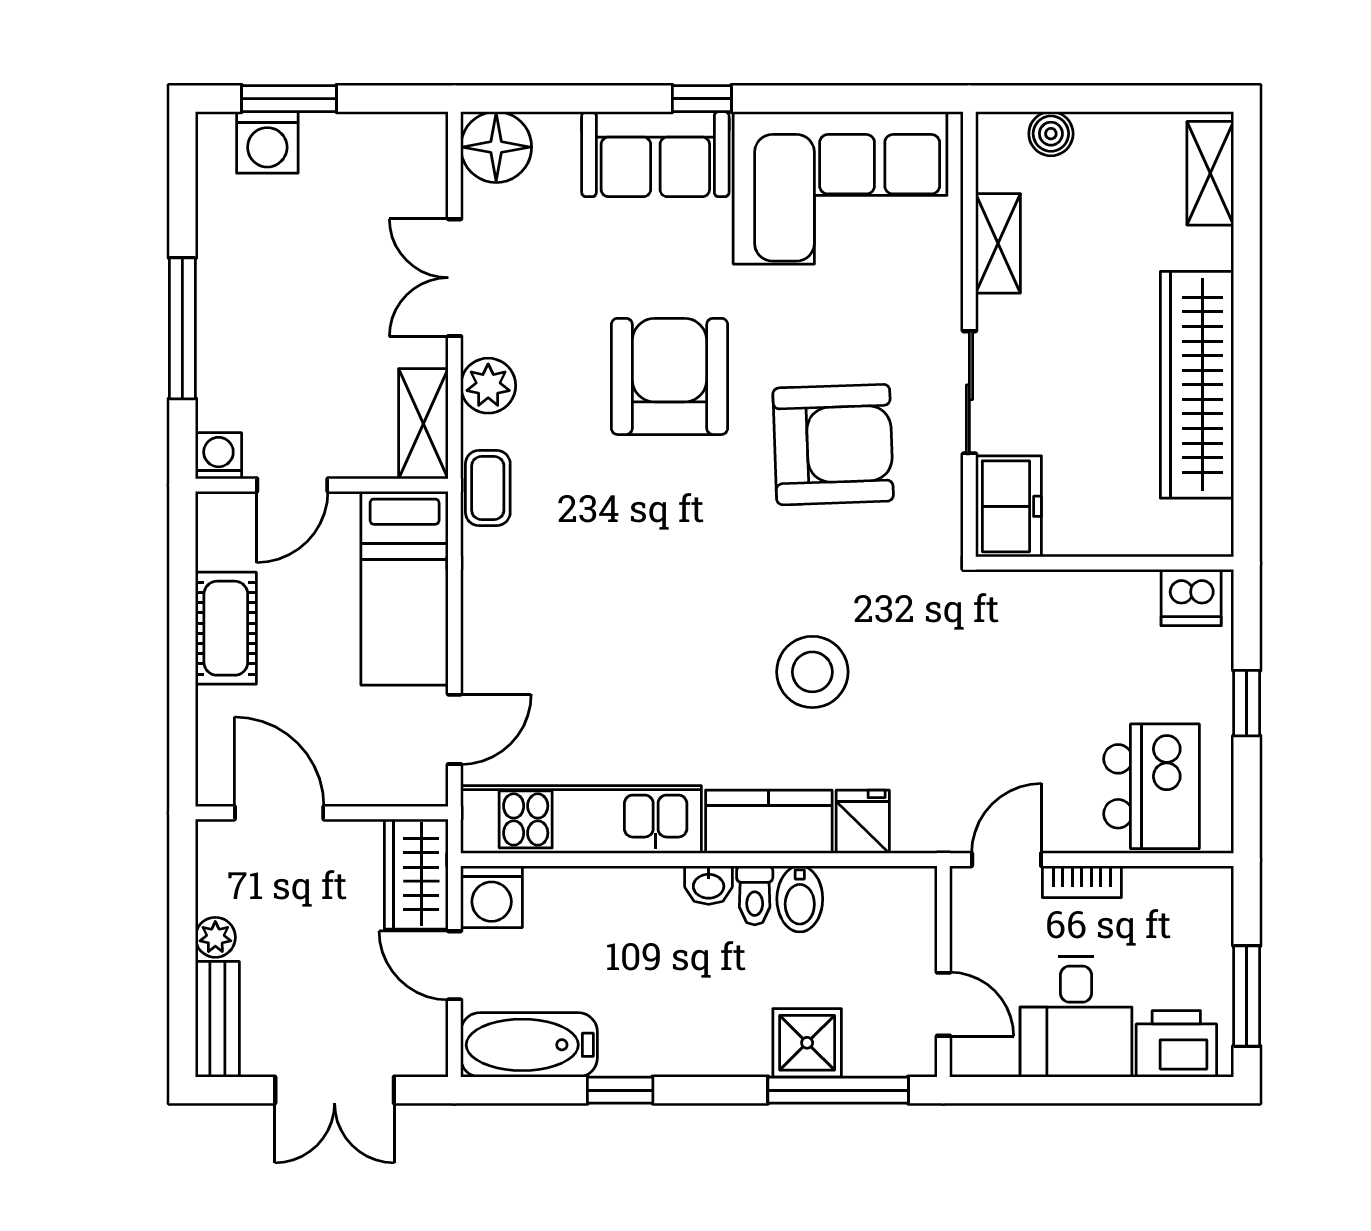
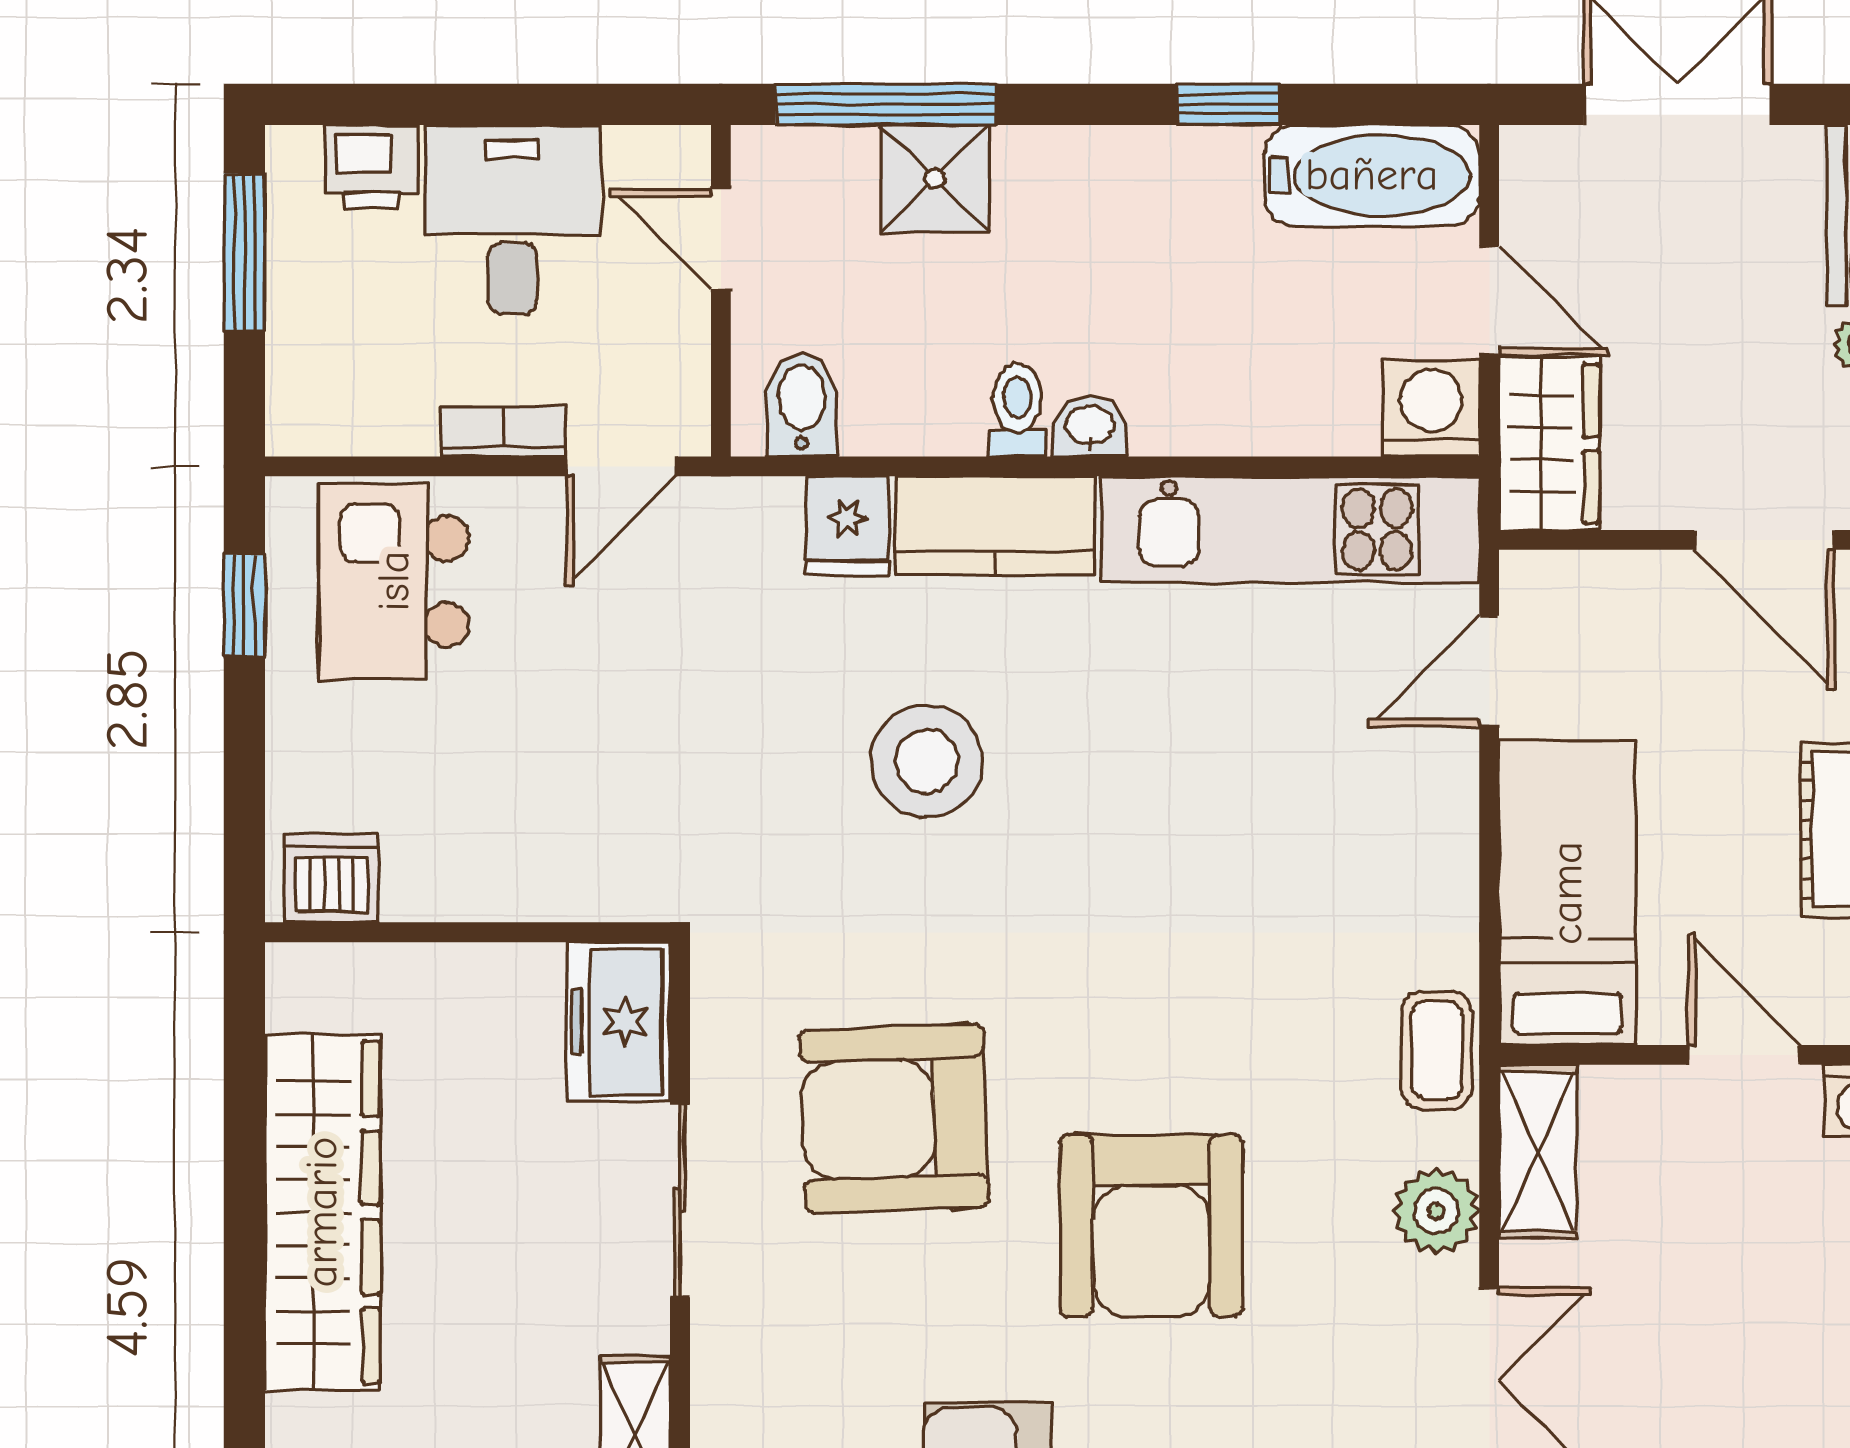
door: (292, 485) -> (1744, 1055), hinge flipped
window: (1247, 703) -> (244, 605), moved
bidet: (800, 899) -> (802, 405), moved
printer: (1176, 1044) -> (372, 167), width x0.73, depth x0.81

